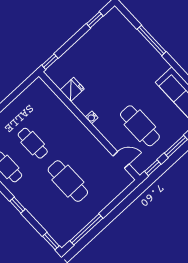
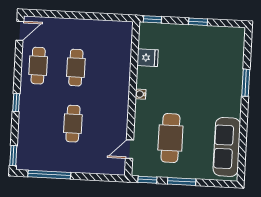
window: (95, 20) -> (198, 22), moved
window: (152, 40) -> (246, 83), width x0.69
door: (121, 160) -> (130, 149), swing flipped
cafe table: (68, 181) -> (73, 124), width x0.73, depth x0.74

